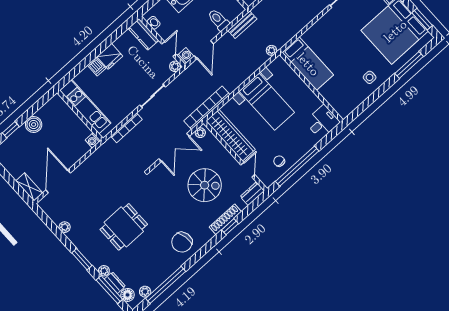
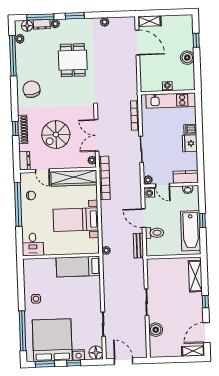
door: (204, 50) -> (144, 218), moved
window: (409, 65) -> (23, 331), width x1.46
washing machine: (93, 140) -> (167, 86), moved

